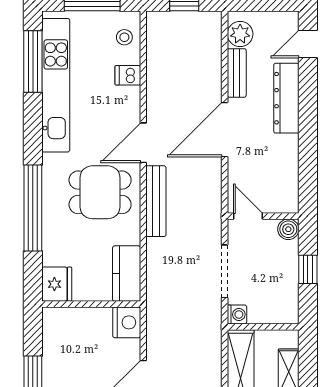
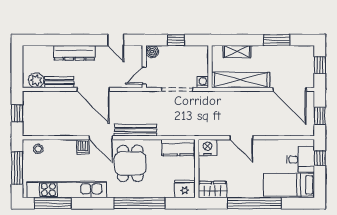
door: (308, 44) -> (116, 40), moved
dishwasher: (128, 75) -> (83, 147), moved
wardrobe: (56, 331) -> (212, 190), added

